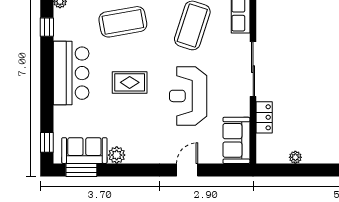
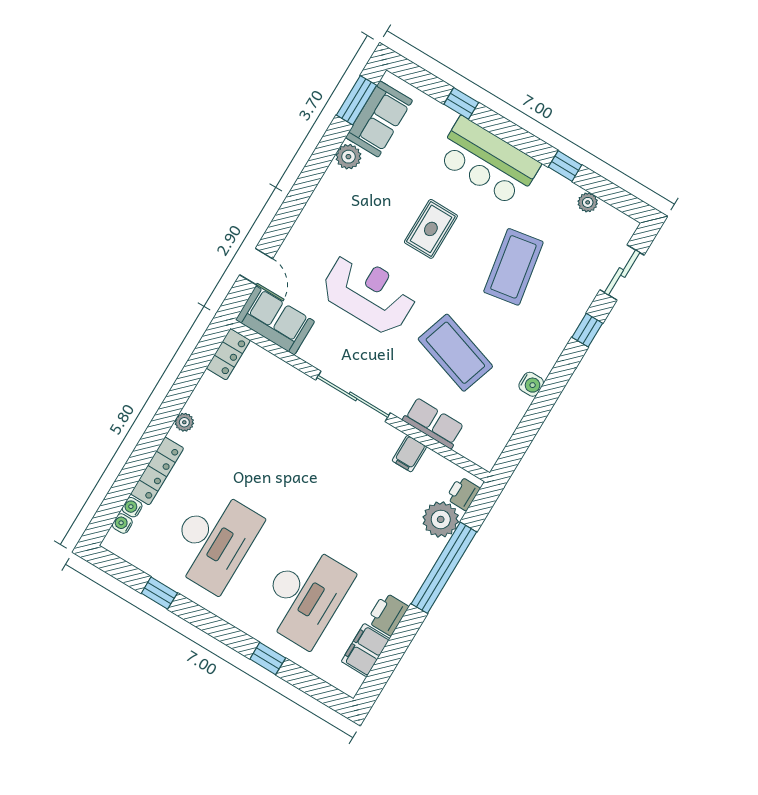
filing cabinet: (266, 17) -> (409, 454), added
locker: (264, 117) -> (228, 354), moved, turned -90
window: (47, 142) -> (461, 103), moved
plant: (295, 157) -> (184, 422), moved
door: (187, 170) -> (256, 267), moved

